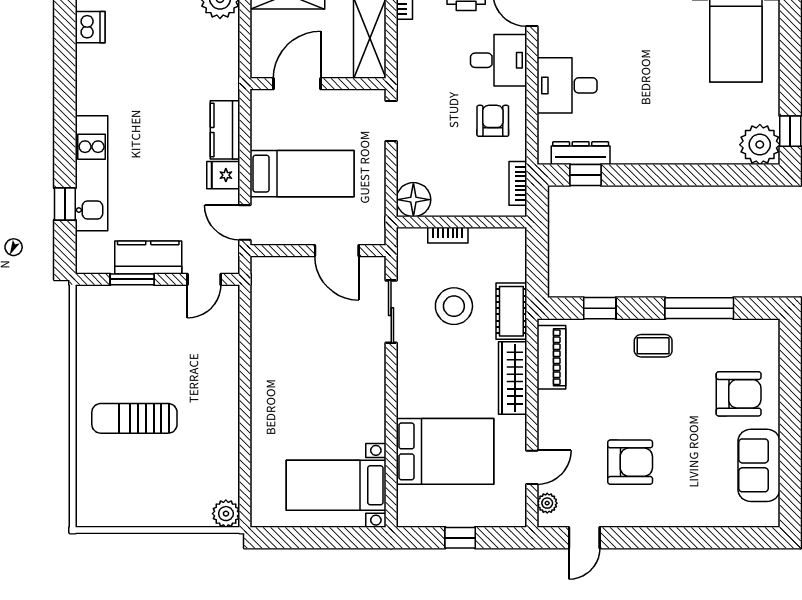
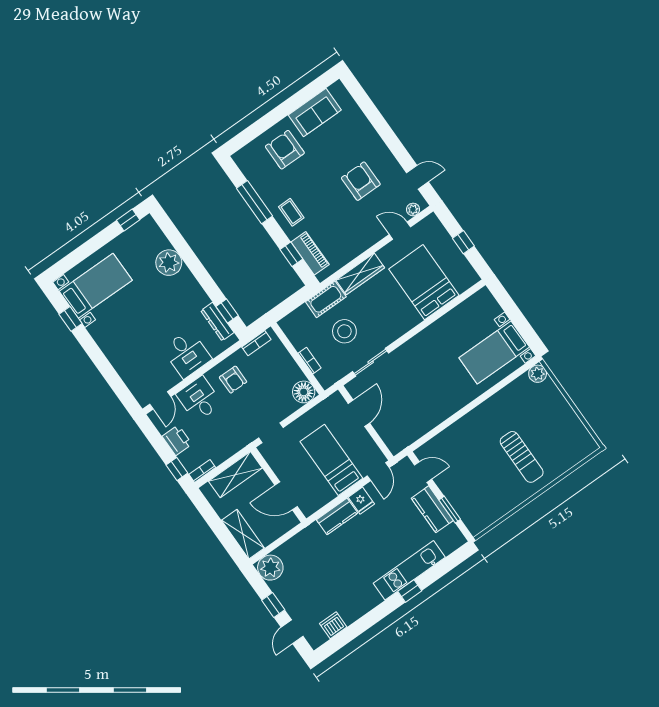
armchair: (493, 121) -> (233, 380), turned -90
plant: (760, 145) -> (169, 263), moved
window: (65, 204) -> (410, 591), moved
piano: (551, 357) -> (310, 253), moved, turned 90
bed with nightstands: (336, 485) -> (494, 352), moved, turned 90

